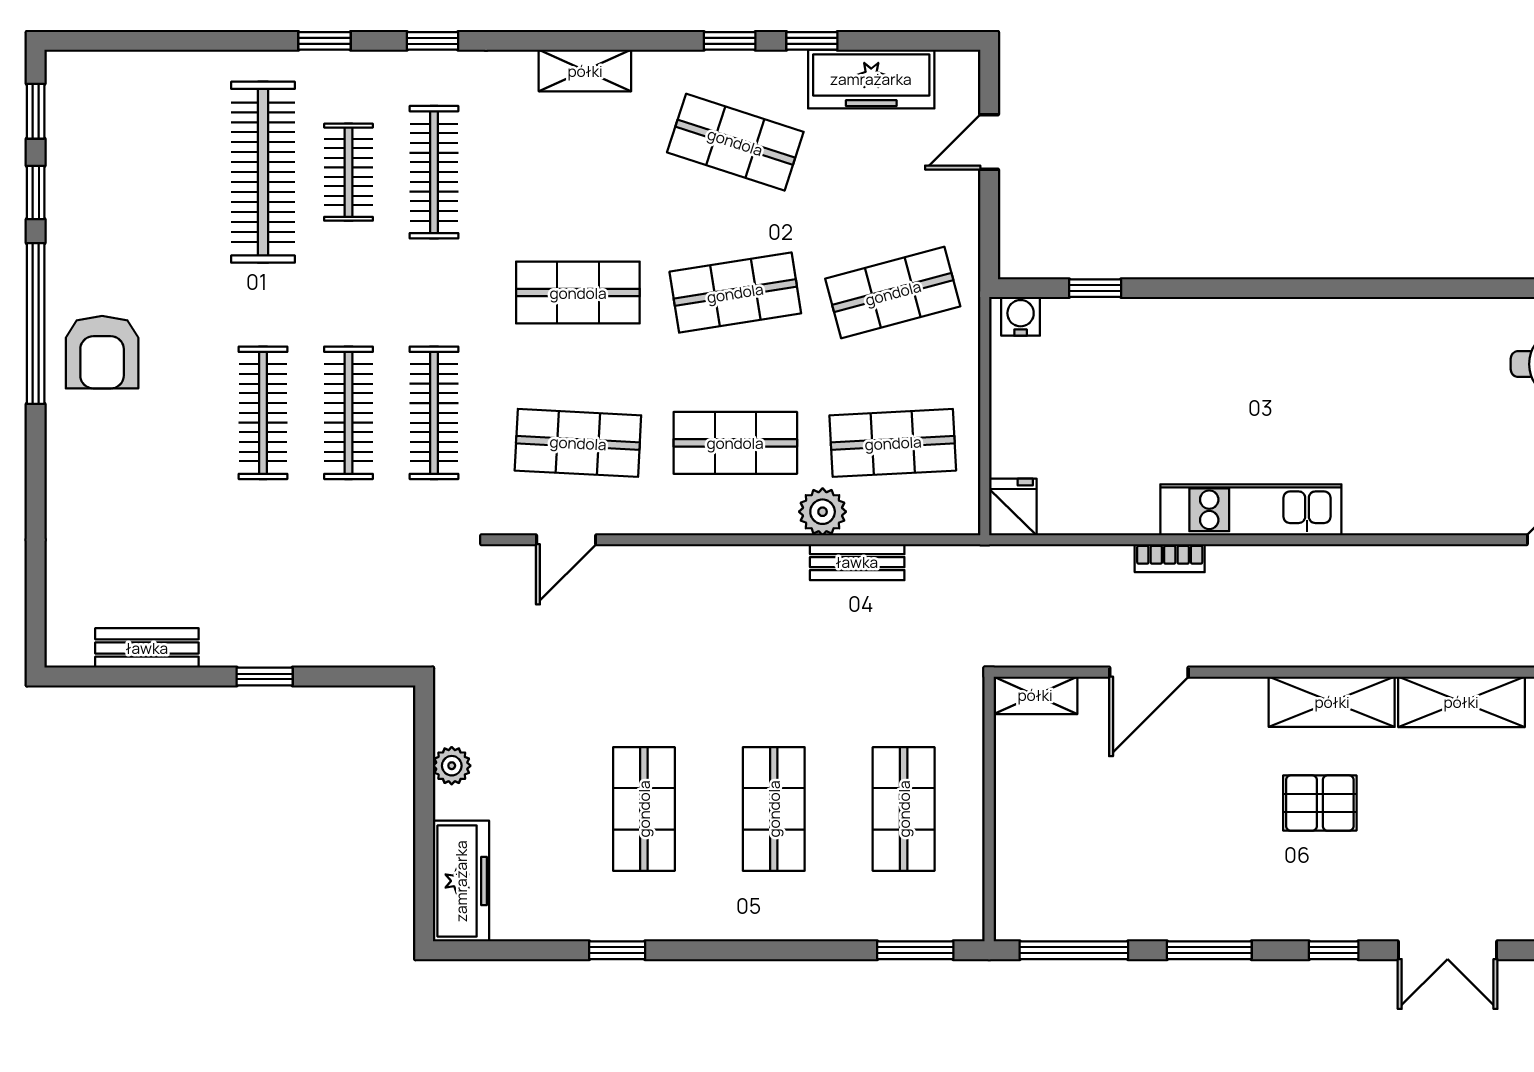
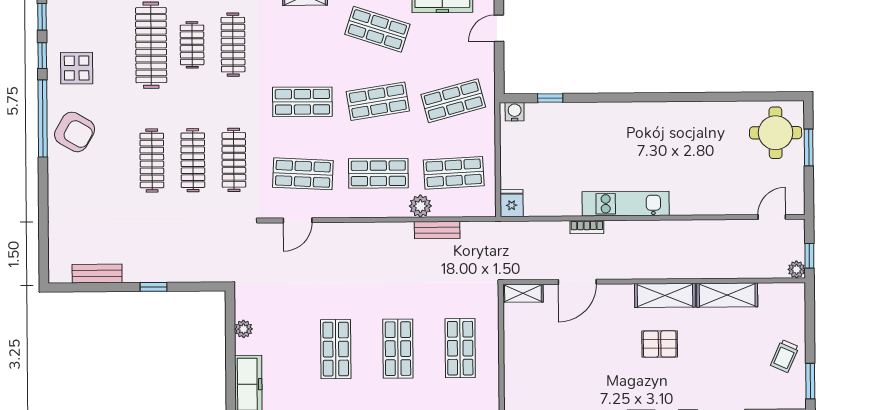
display table: (107, 219) -> (77, 68), added
armchair: (102, 352) -> (75, 132), turned -60

